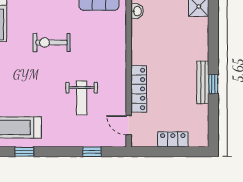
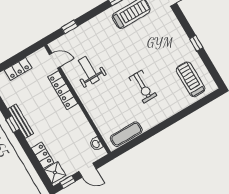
locker: (201, 33) -> (42, 155), added
exercise bike: (52, 43) -> (143, 87), turned 90
weight bench: (82, 98) -> (89, 70), moved

